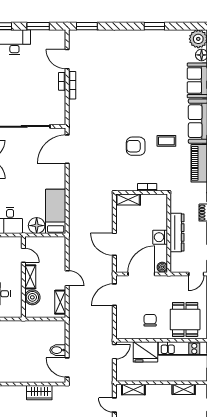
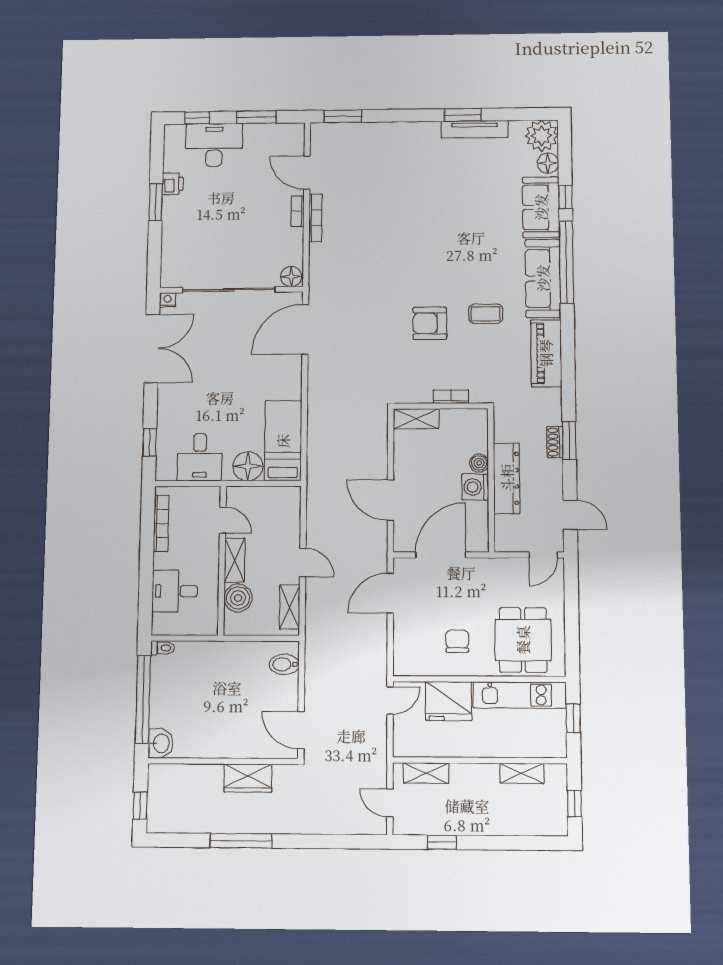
tv unit: (161, 35) -> (474, 129), added
floor lamp: (59, 119) -> (291, 277), added
boiler: (162, 267) -> (479, 463), moved
bidet: (58, 350) -> (284, 664), moved

